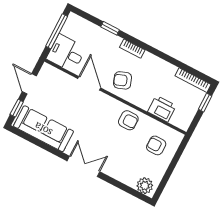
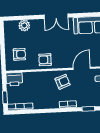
door: (89, 83) -> (82, 68), swing flipped
printer: (162, 109) -> (14, 79), moved
plant: (145, 186) -> (24, 25), moved

